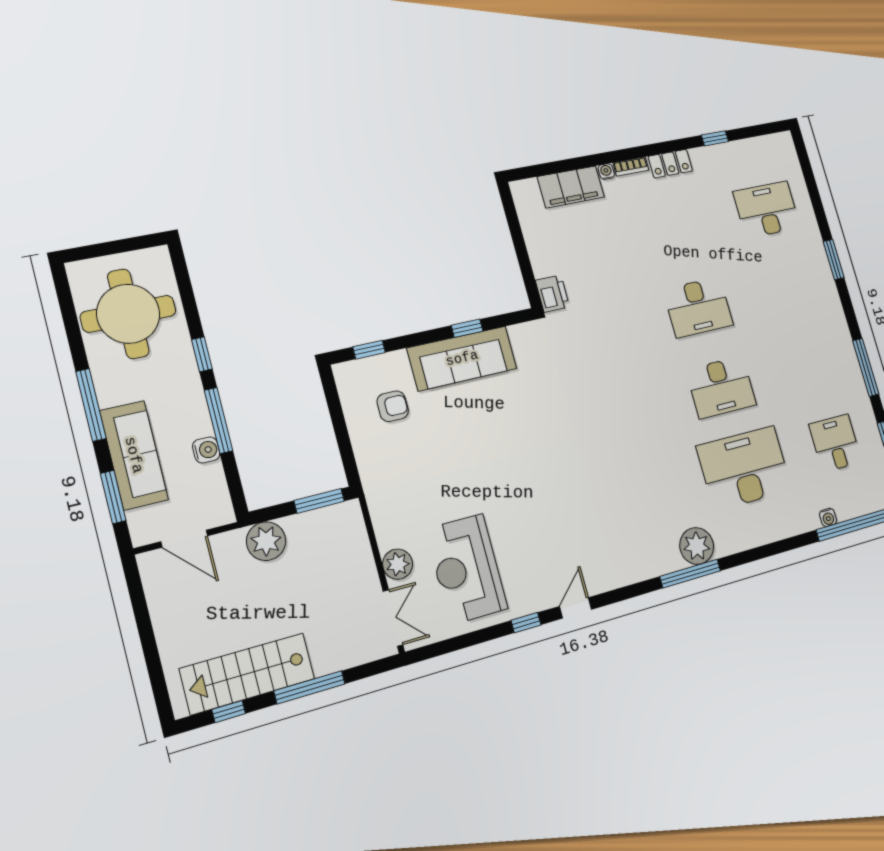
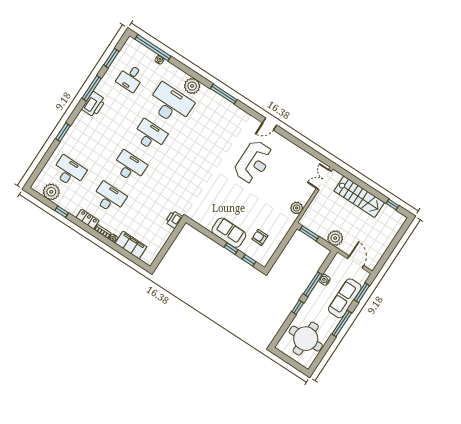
plant: (758, 154) -> (51, 192), added
desk: (767, 210) -> (69, 172), turned 180
desk: (675, 228) -> (109, 198), added
window: (467, 328) -> (231, 249), moved
printer: (839, 347) -> (94, 104), added
sofa: (462, 358) -> (229, 233), width x0.73
desk: (744, 468) -> (171, 104), turned 180
plant: (697, 546) -> (192, 86), moved
plant: (398, 564) -> (297, 208), moved
reception desk: (467, 569) -> (254, 162), moved
window: (526, 623) -> (288, 136), removed
stairs: (247, 674) -> (359, 197), moved
window: (309, 687) -> (366, 187), removed

